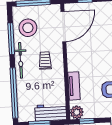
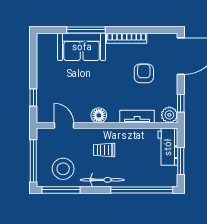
door: (63, 27) -> (64, 125), width x0.53
window: (11, 39) -> (61, 190), moved
floor lamp: (73, 55) -> (99, 115), added

